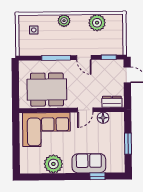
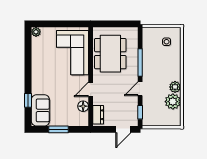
plant: (64, 21) -> (175, 87), moved
door: (85, 110) -> (91, 89), hinge flipped
sofa: (89, 163) -> (40, 110), moved
plant: (53, 164) -> (36, 32), moved, width x0.53, depth x0.53

